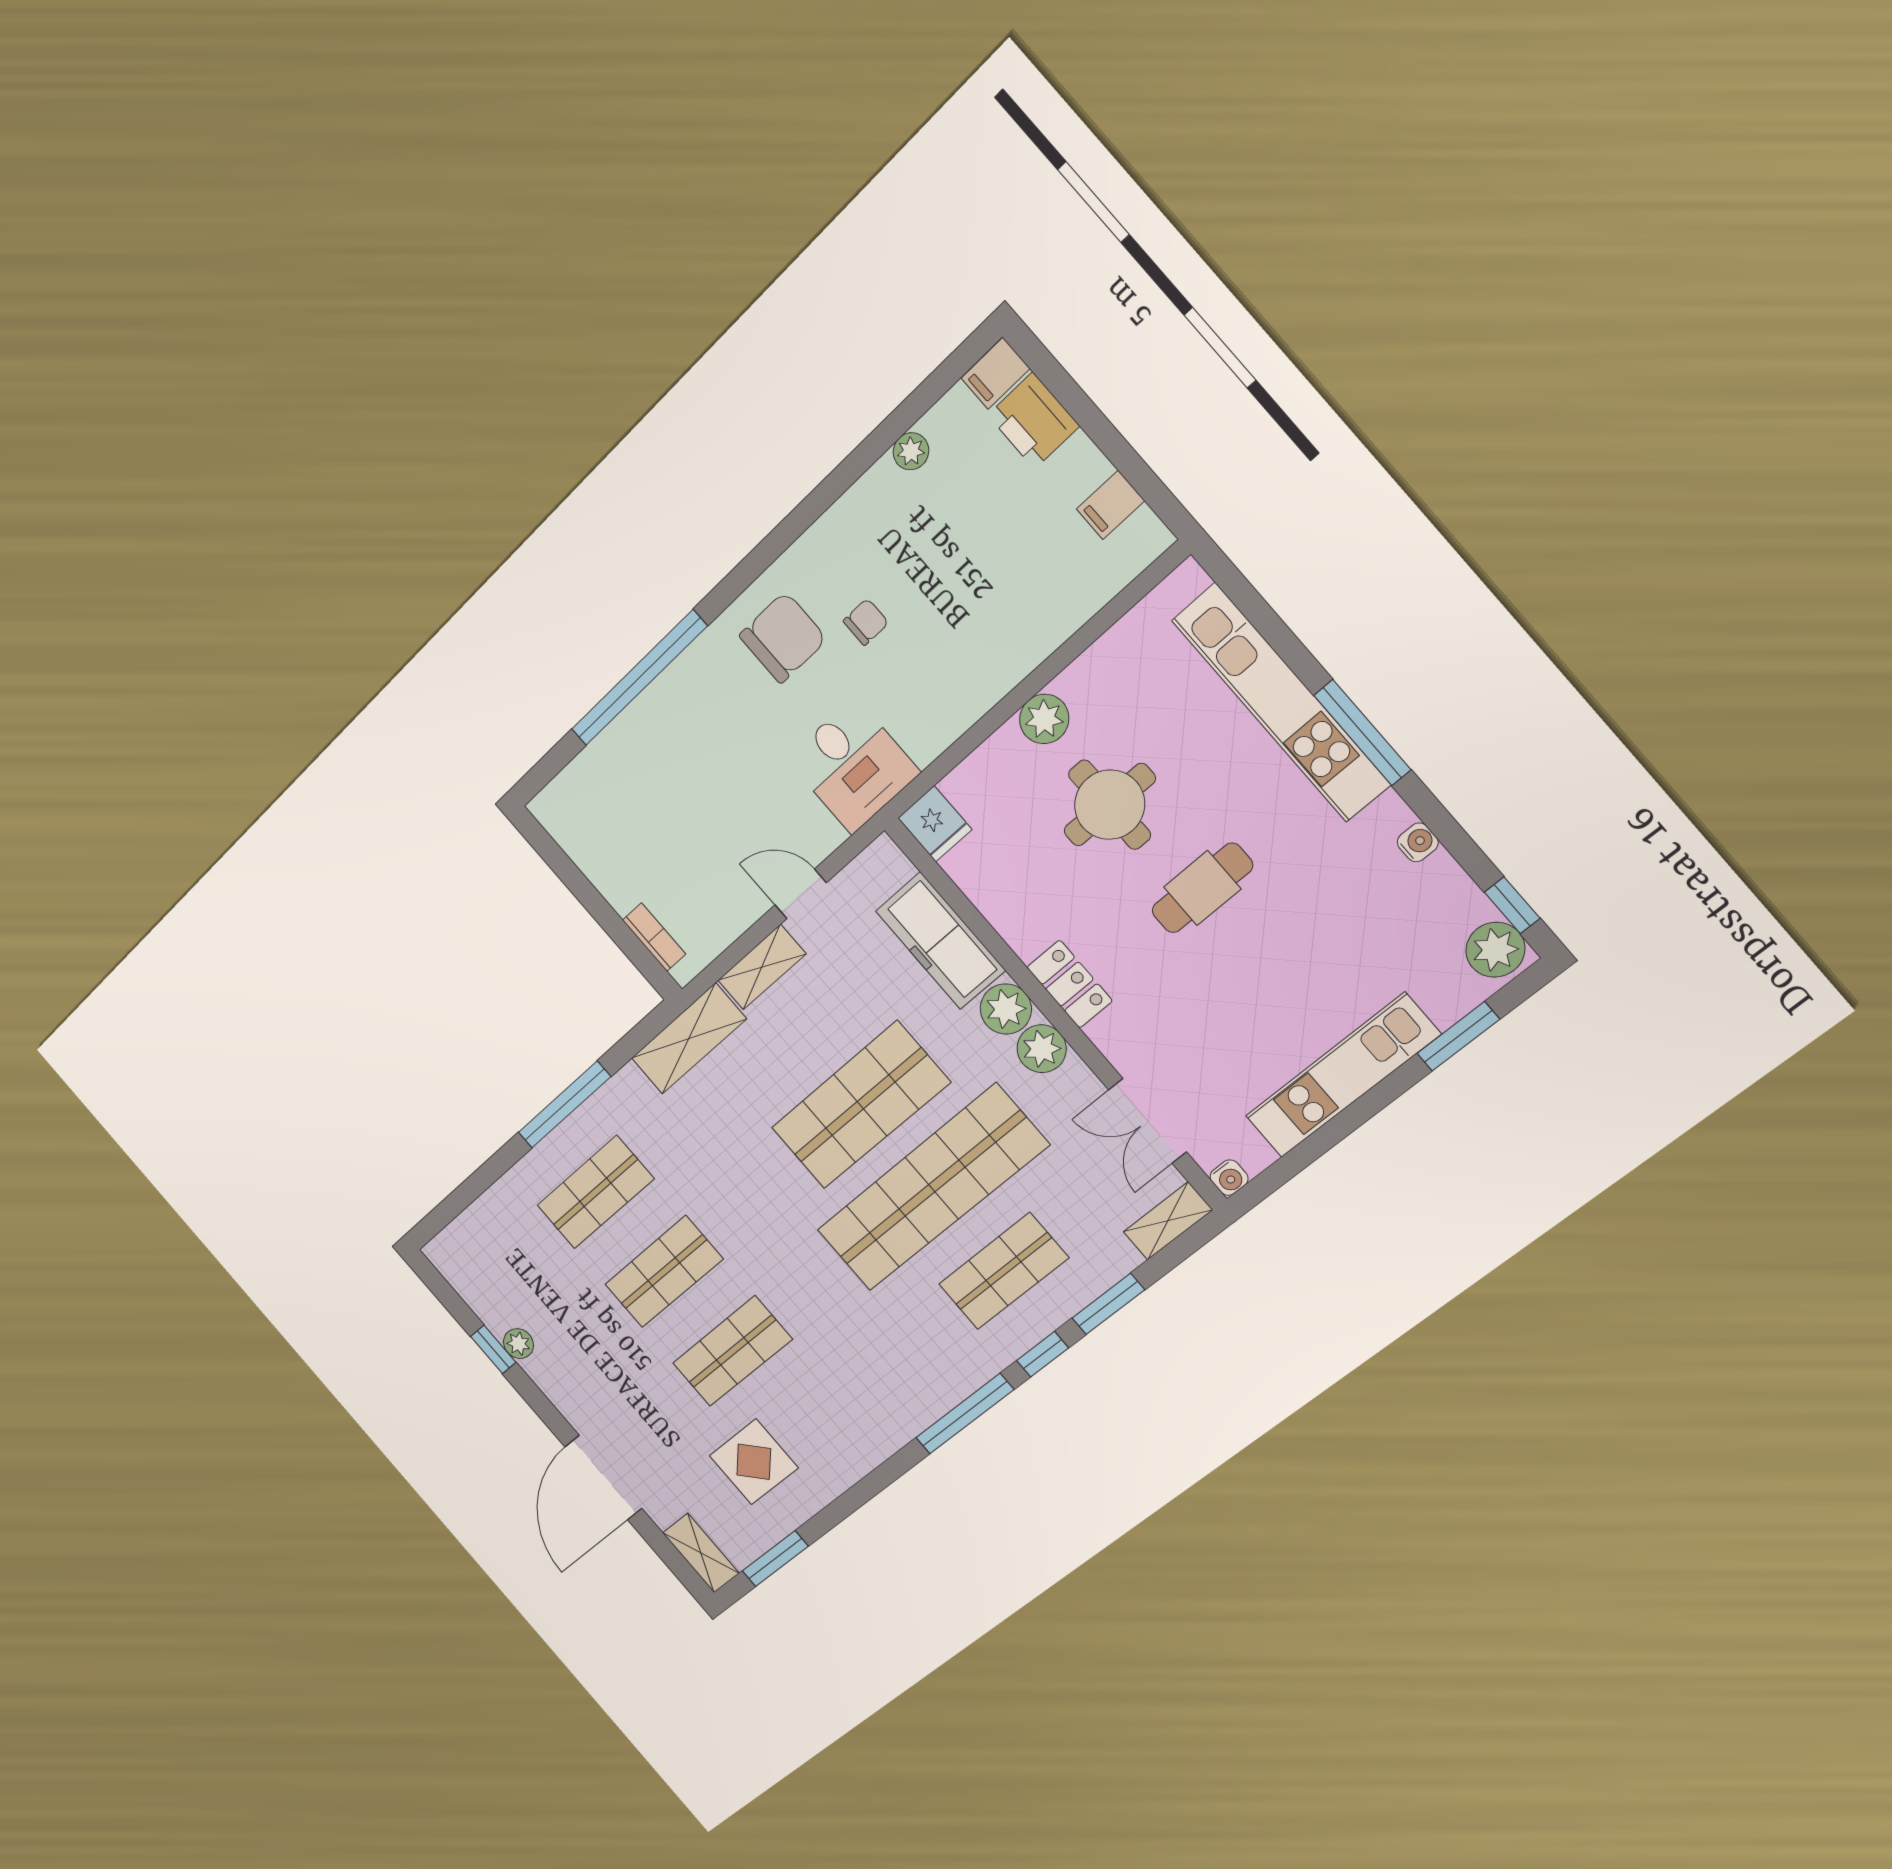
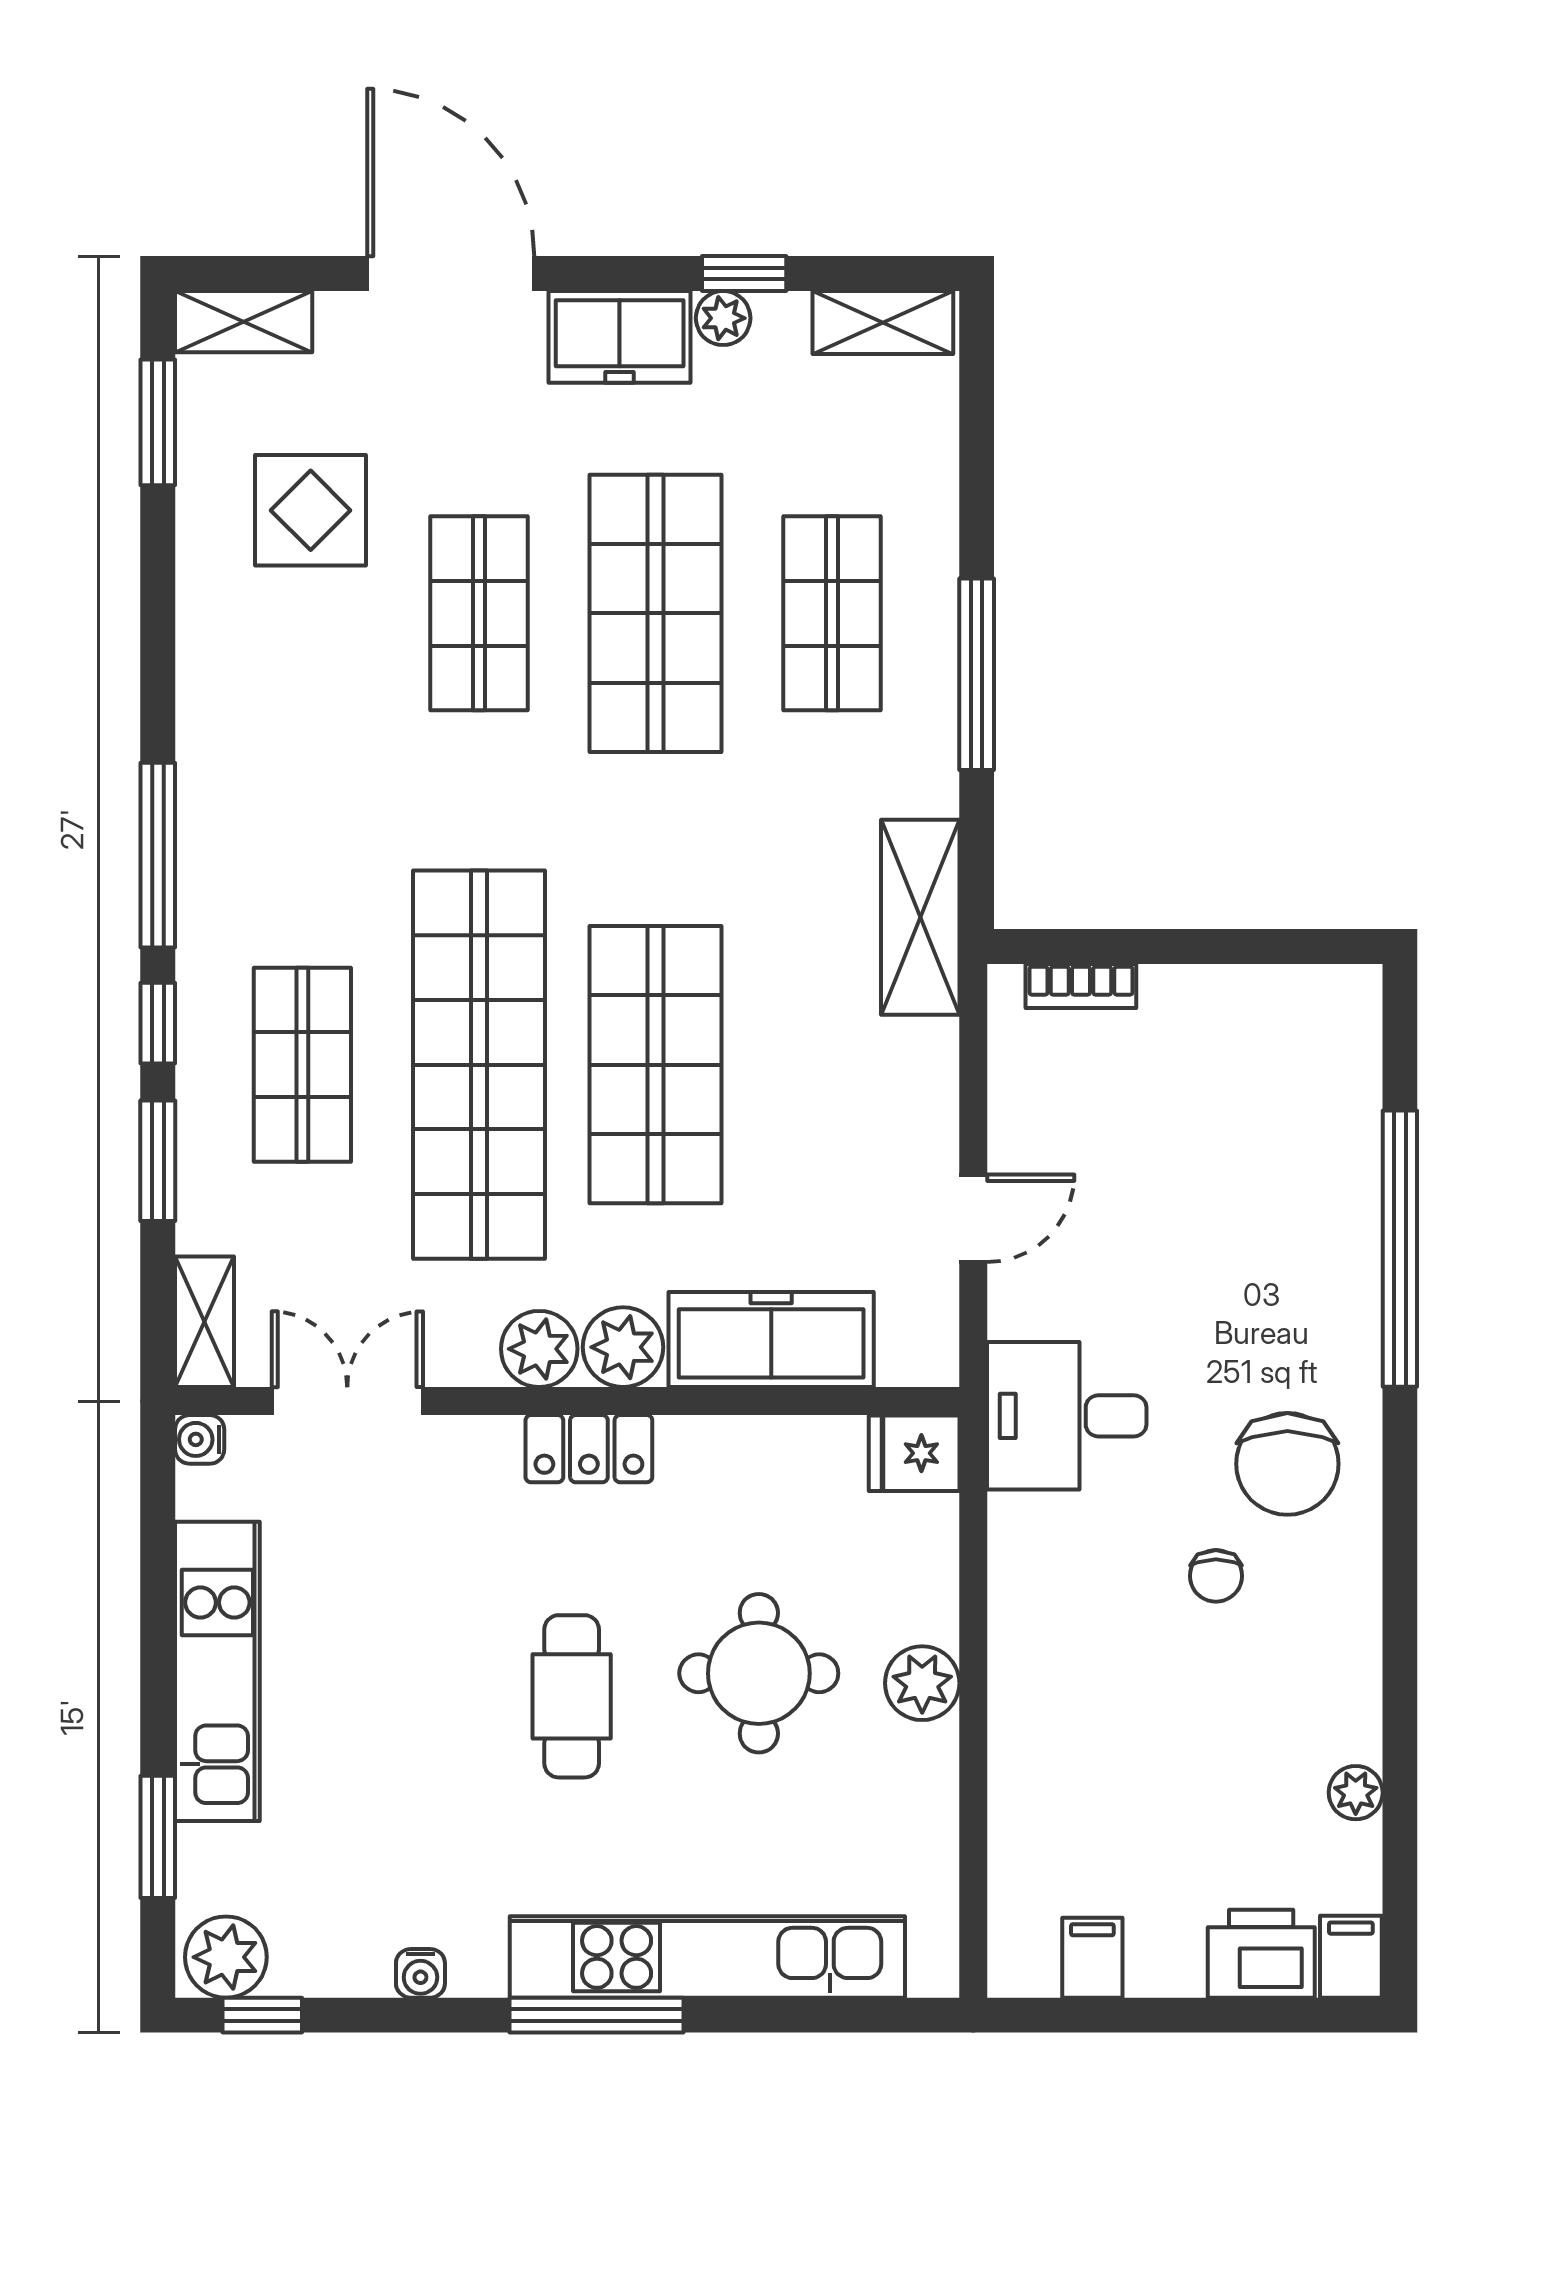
shelving: (762, 967) -> (883, 322), moved, turned 90
shop shelf: (664, 1272) -> (655, 613), width x1.43, depth x1.36
freezer: (565, 1383) -> (620, 337), added

